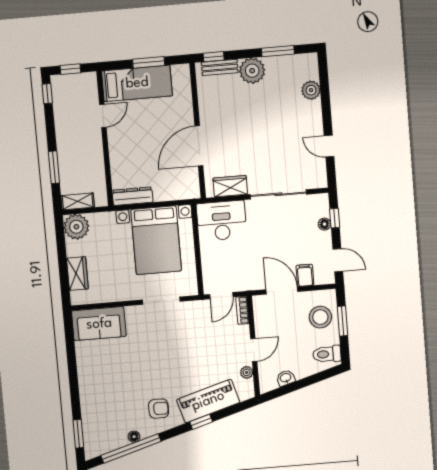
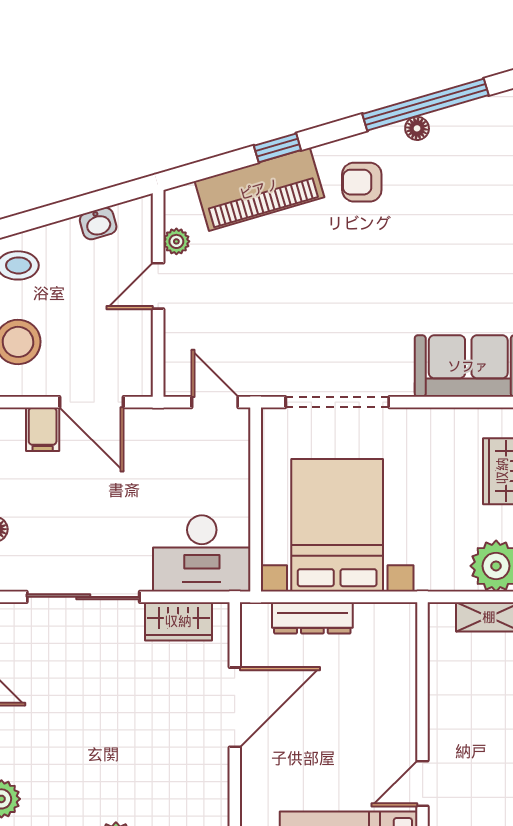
dresser: (133, 196) -> (312, 618), moved
door: (221, 296) -> (215, 402), hinge flipped
doorway: (161, 301) -> (337, 402), width x1.36
bookcase: (242, 310) -> (175, 369), removed

